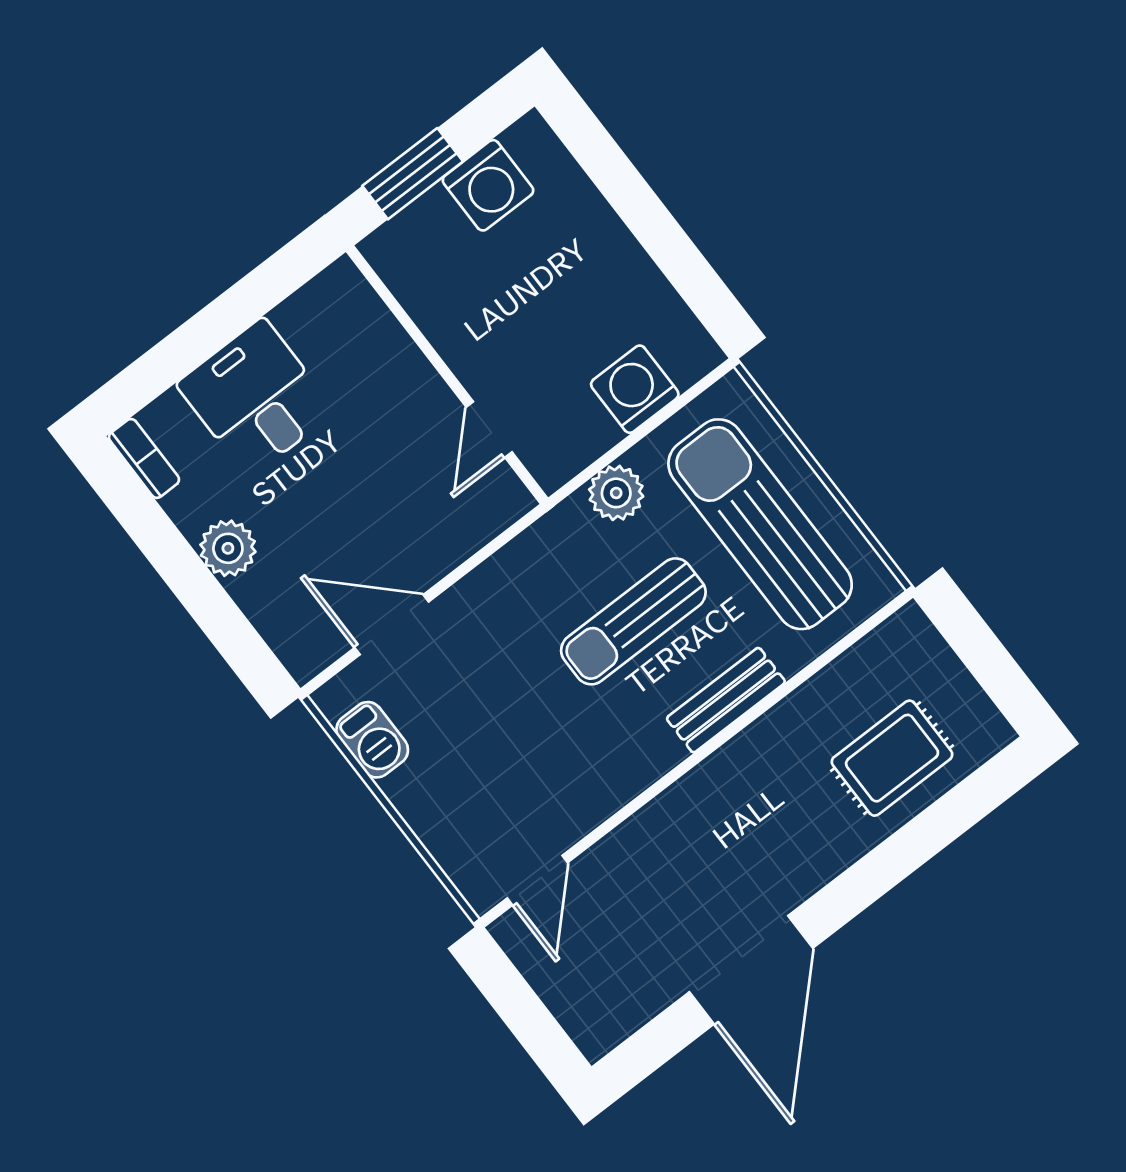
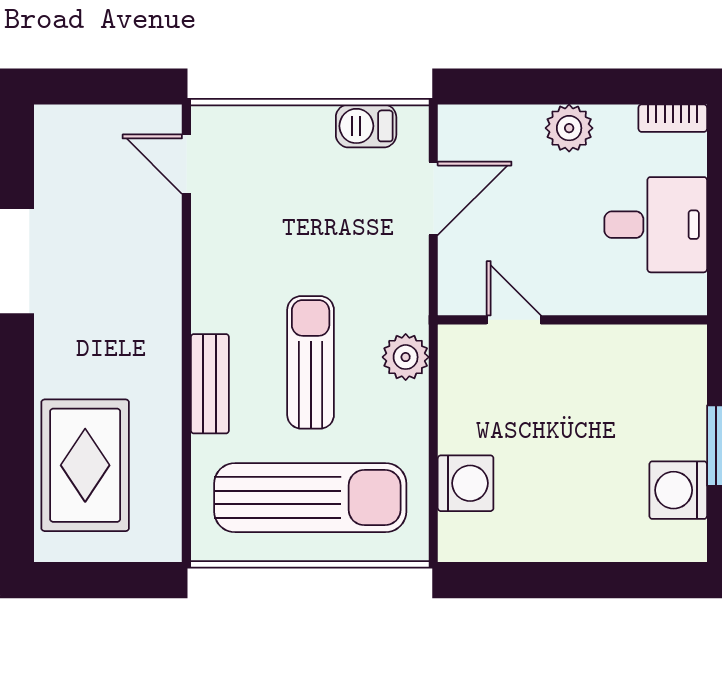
wall: (447, 375) -> (572, 320), moved
door: (489, 429) -> (514, 320), moved
plant: (616, 493) -> (406, 357), moved
rug: (892, 758) -> (85, 465), width x1.36, depth x1.43

